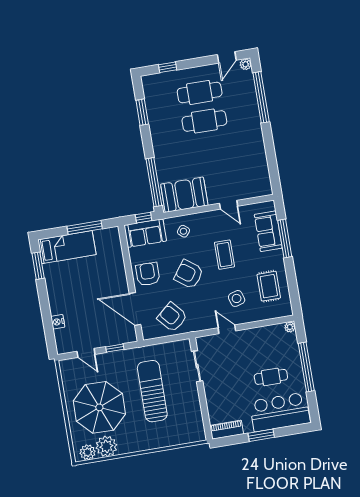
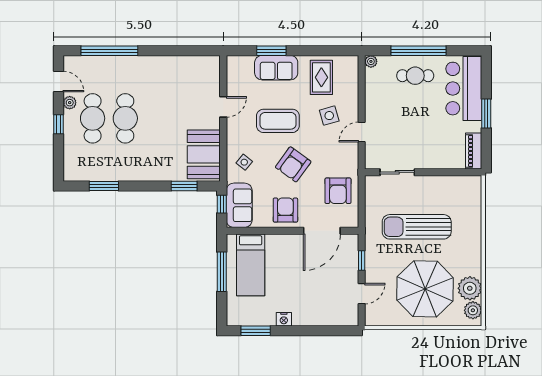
plant: (246, 64) -> (70, 103), moved
window: (168, 67) -> (59, 124), moved
window: (154, 182) -> (184, 186), width x0.47
sofa: (268, 231) -> (276, 68), moved
window: (285, 238) -> (271, 51), width x0.69
bed: (67, 247) -> (251, 265), moved, turned 180
coffee table: (224, 255) -> (278, 121), width x1.36, depth x1.32
armchair: (148, 274) -> (285, 210), turned 90
rug: (269, 286) -> (321, 77), turned 90
armchair: (172, 317) -> (338, 191), turned -49
nightstand: (58, 322) -> (284, 319), moved
cafe table: (271, 377) -> (415, 76), moved, turned 90

